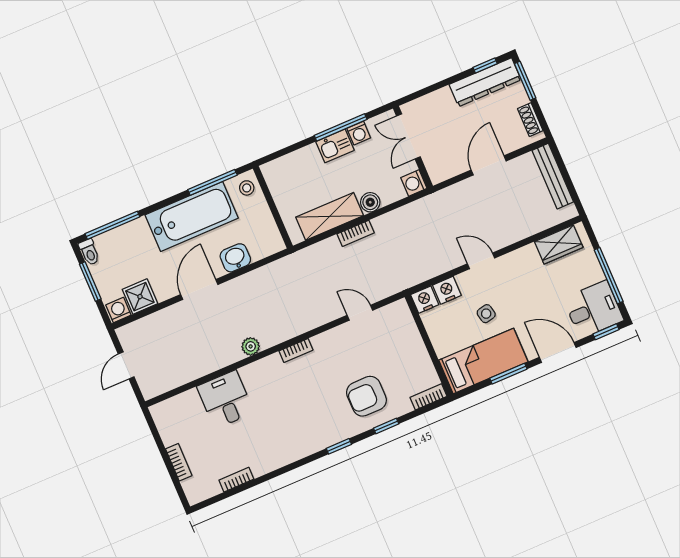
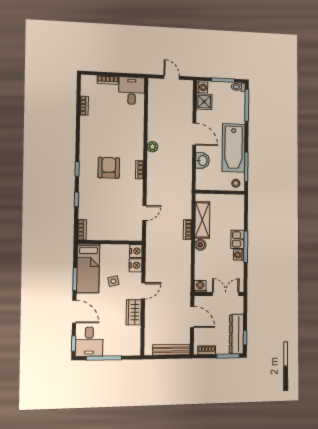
double door: (408, 136) -> (226, 294), moved
wall: (413, 147) -> (219, 294), moved
washing machine: (414, 183) -> (200, 286), moved
wardrobe: (559, 244) -> (134, 312), moved
door: (558, 352) -> (74, 312), hinge flipped
armchair: (366, 396) -> (109, 168), moved
desk: (225, 399) -> (132, 91), moved, turned -90

